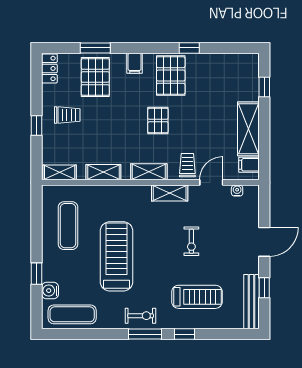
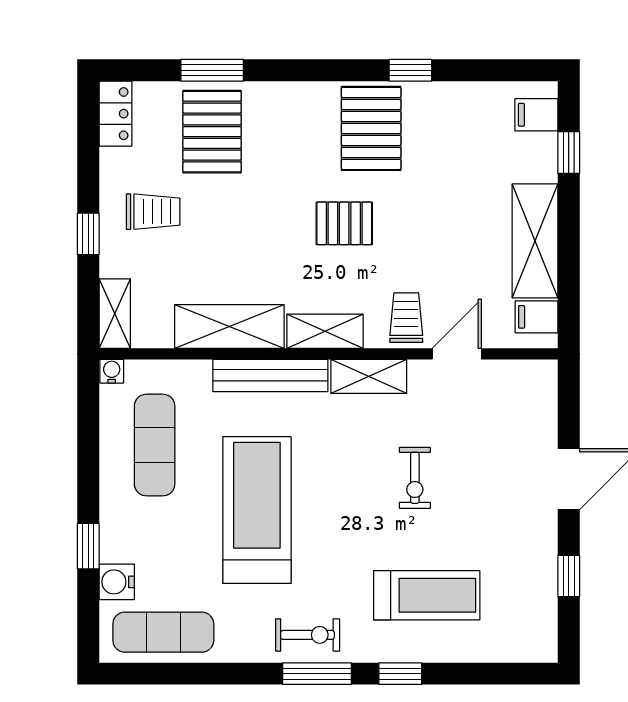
filing cabinet: (135, 63) -> (536, 115), moved, turned 90
pallet: (158, 121) -> (344, 223), turned 90
shelving: (60, 172) -> (115, 314), moved, turned 90
shelving: (103, 172) -> (229, 327), width x1.50, depth x1.33
water cooler: (237, 191) -> (112, 371), moved
bench: (252, 302) -> (270, 375), moved, turned 90

